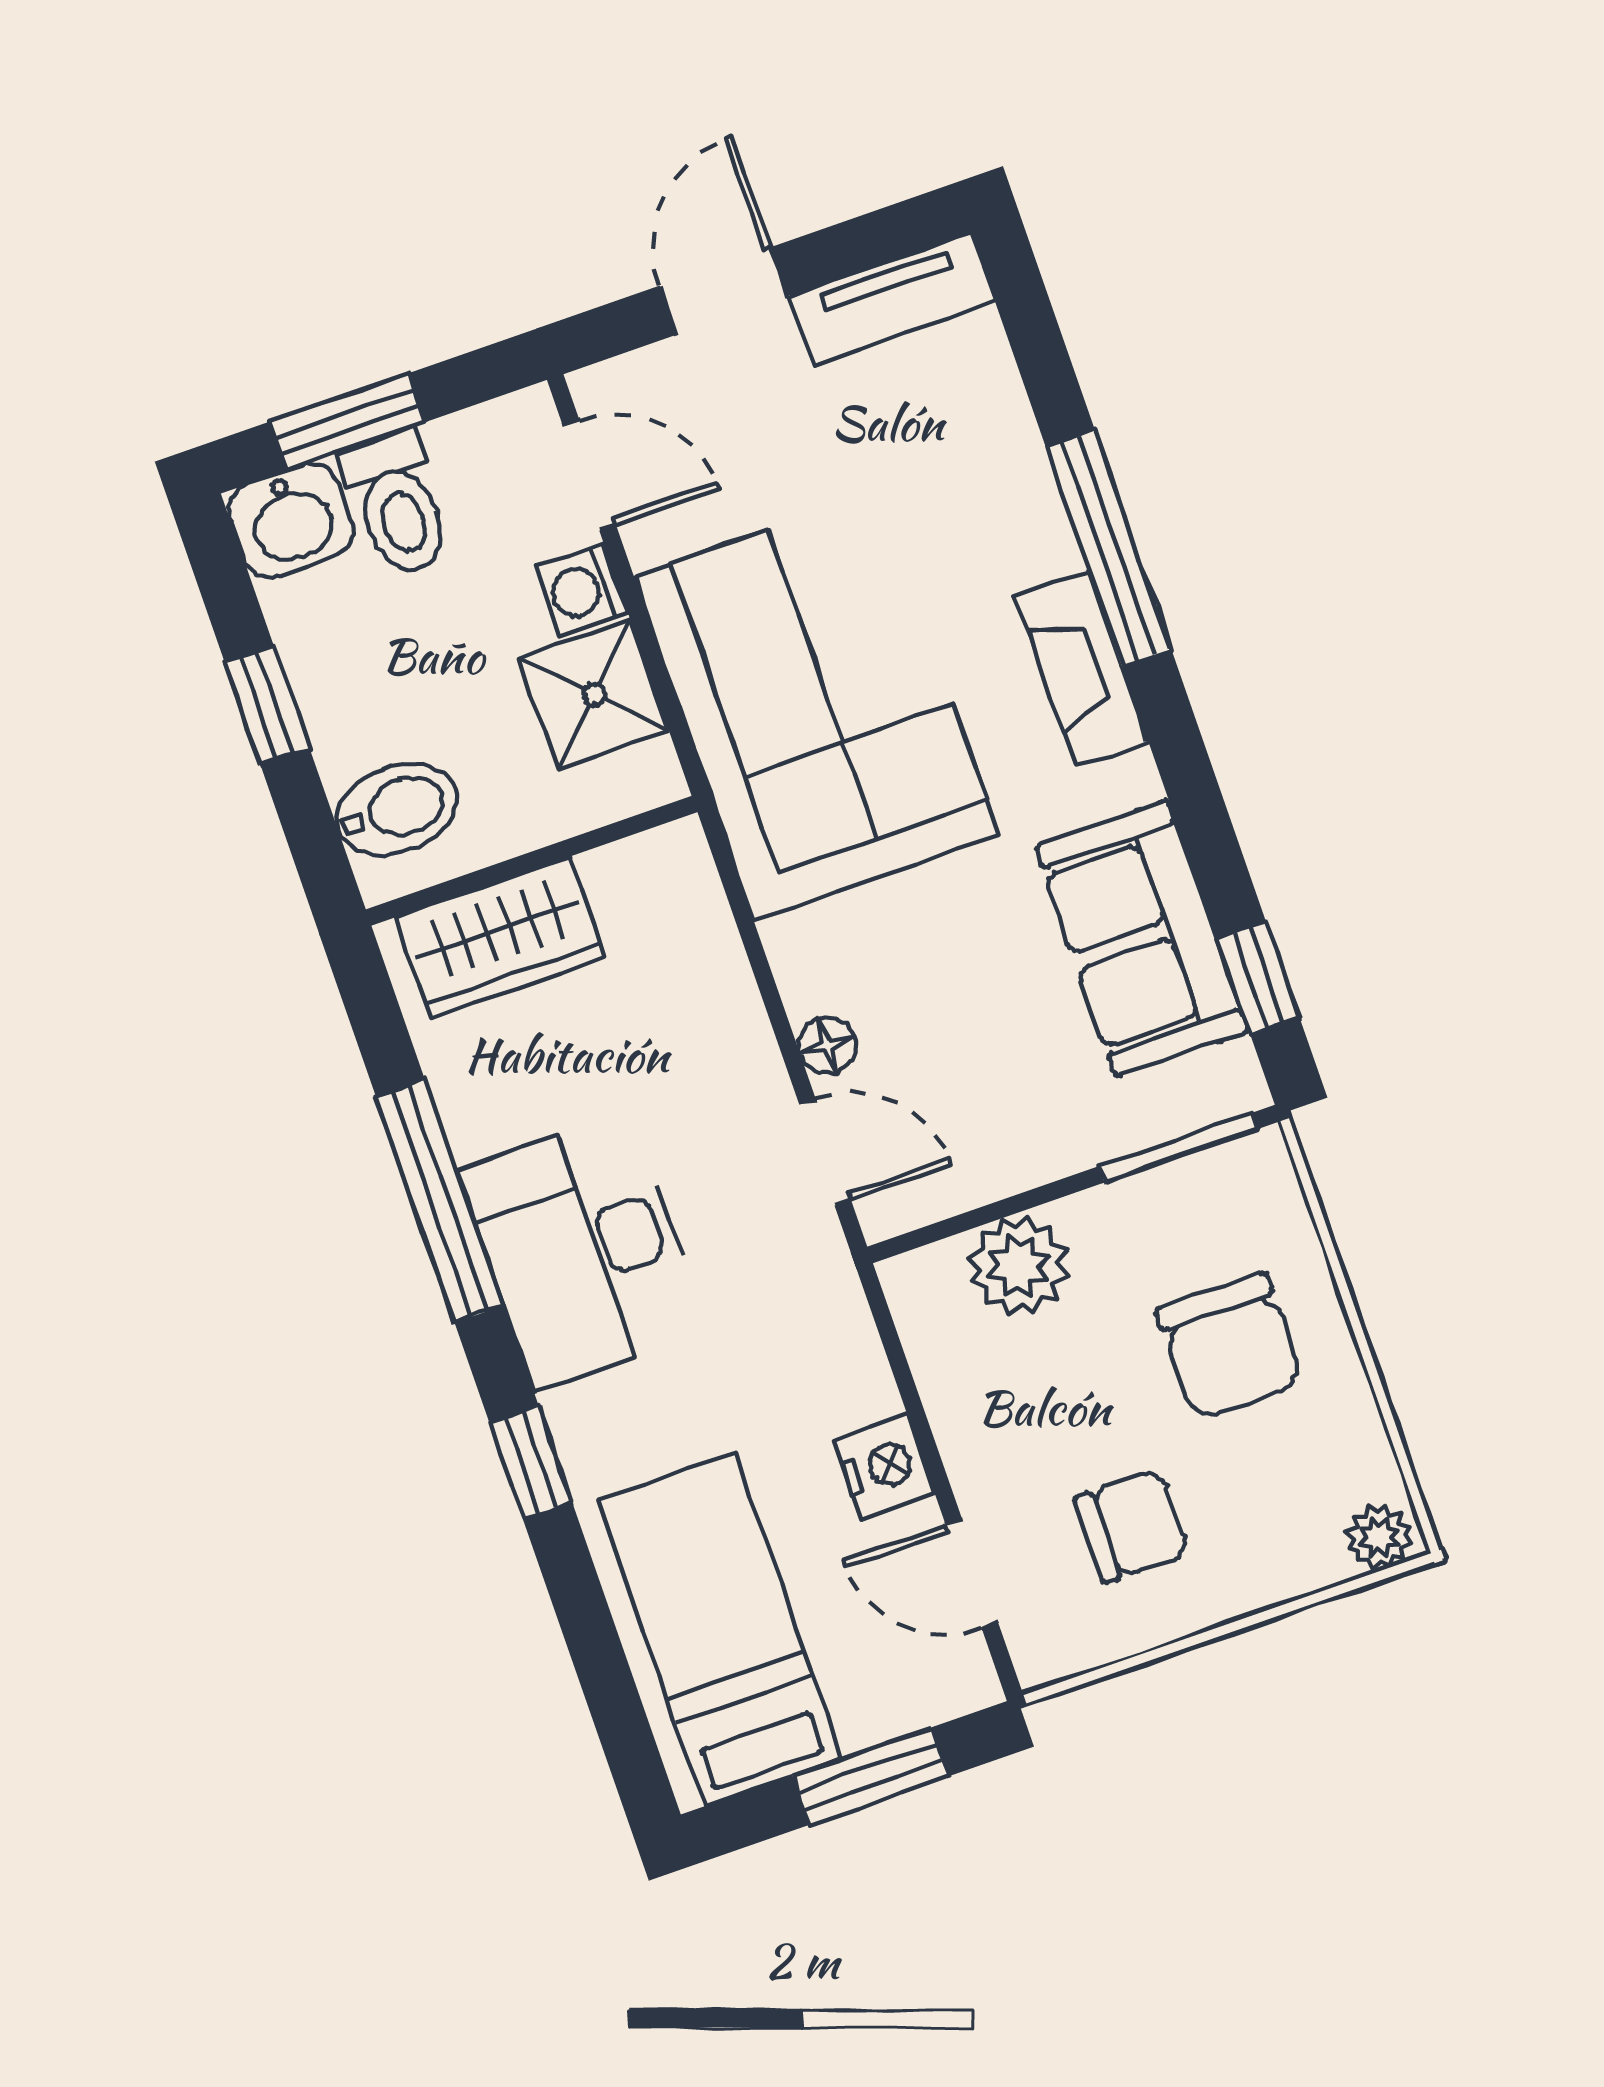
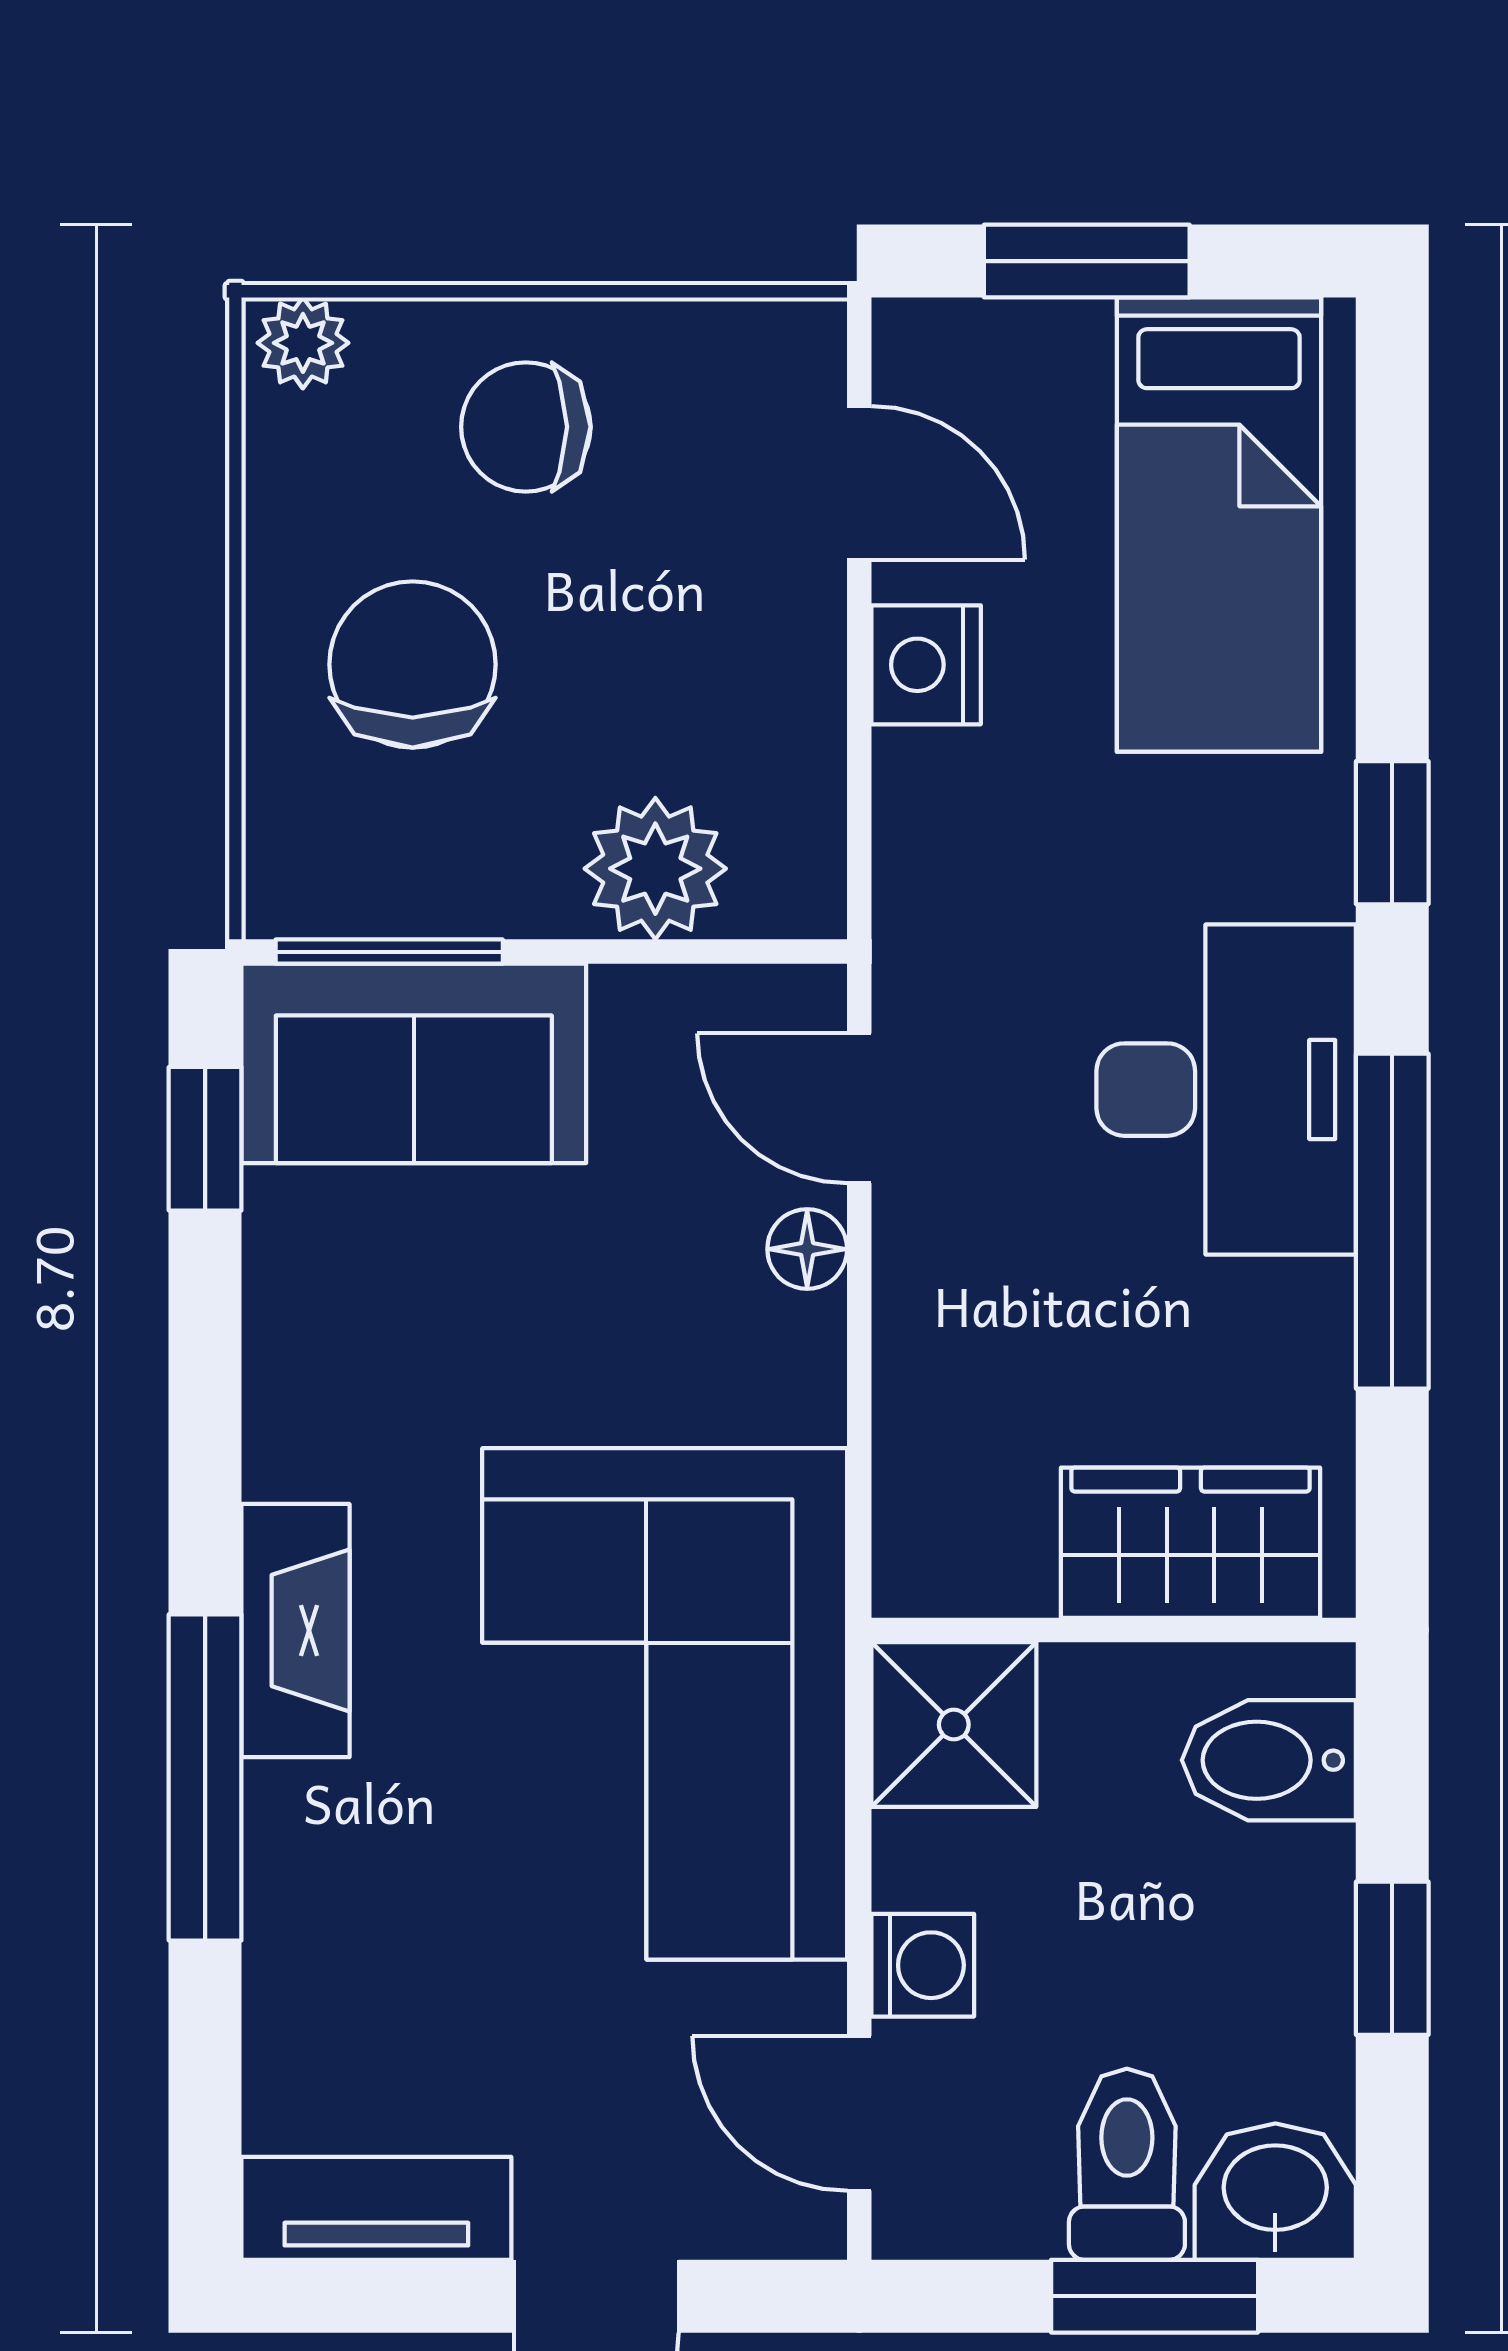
shower: (594, 694) -> (954, 1725), moved
sofa: (1142, 939) -> (414, 1063), moved, turned 90
chair: (1132, 1526) -> (526, 427), moved

